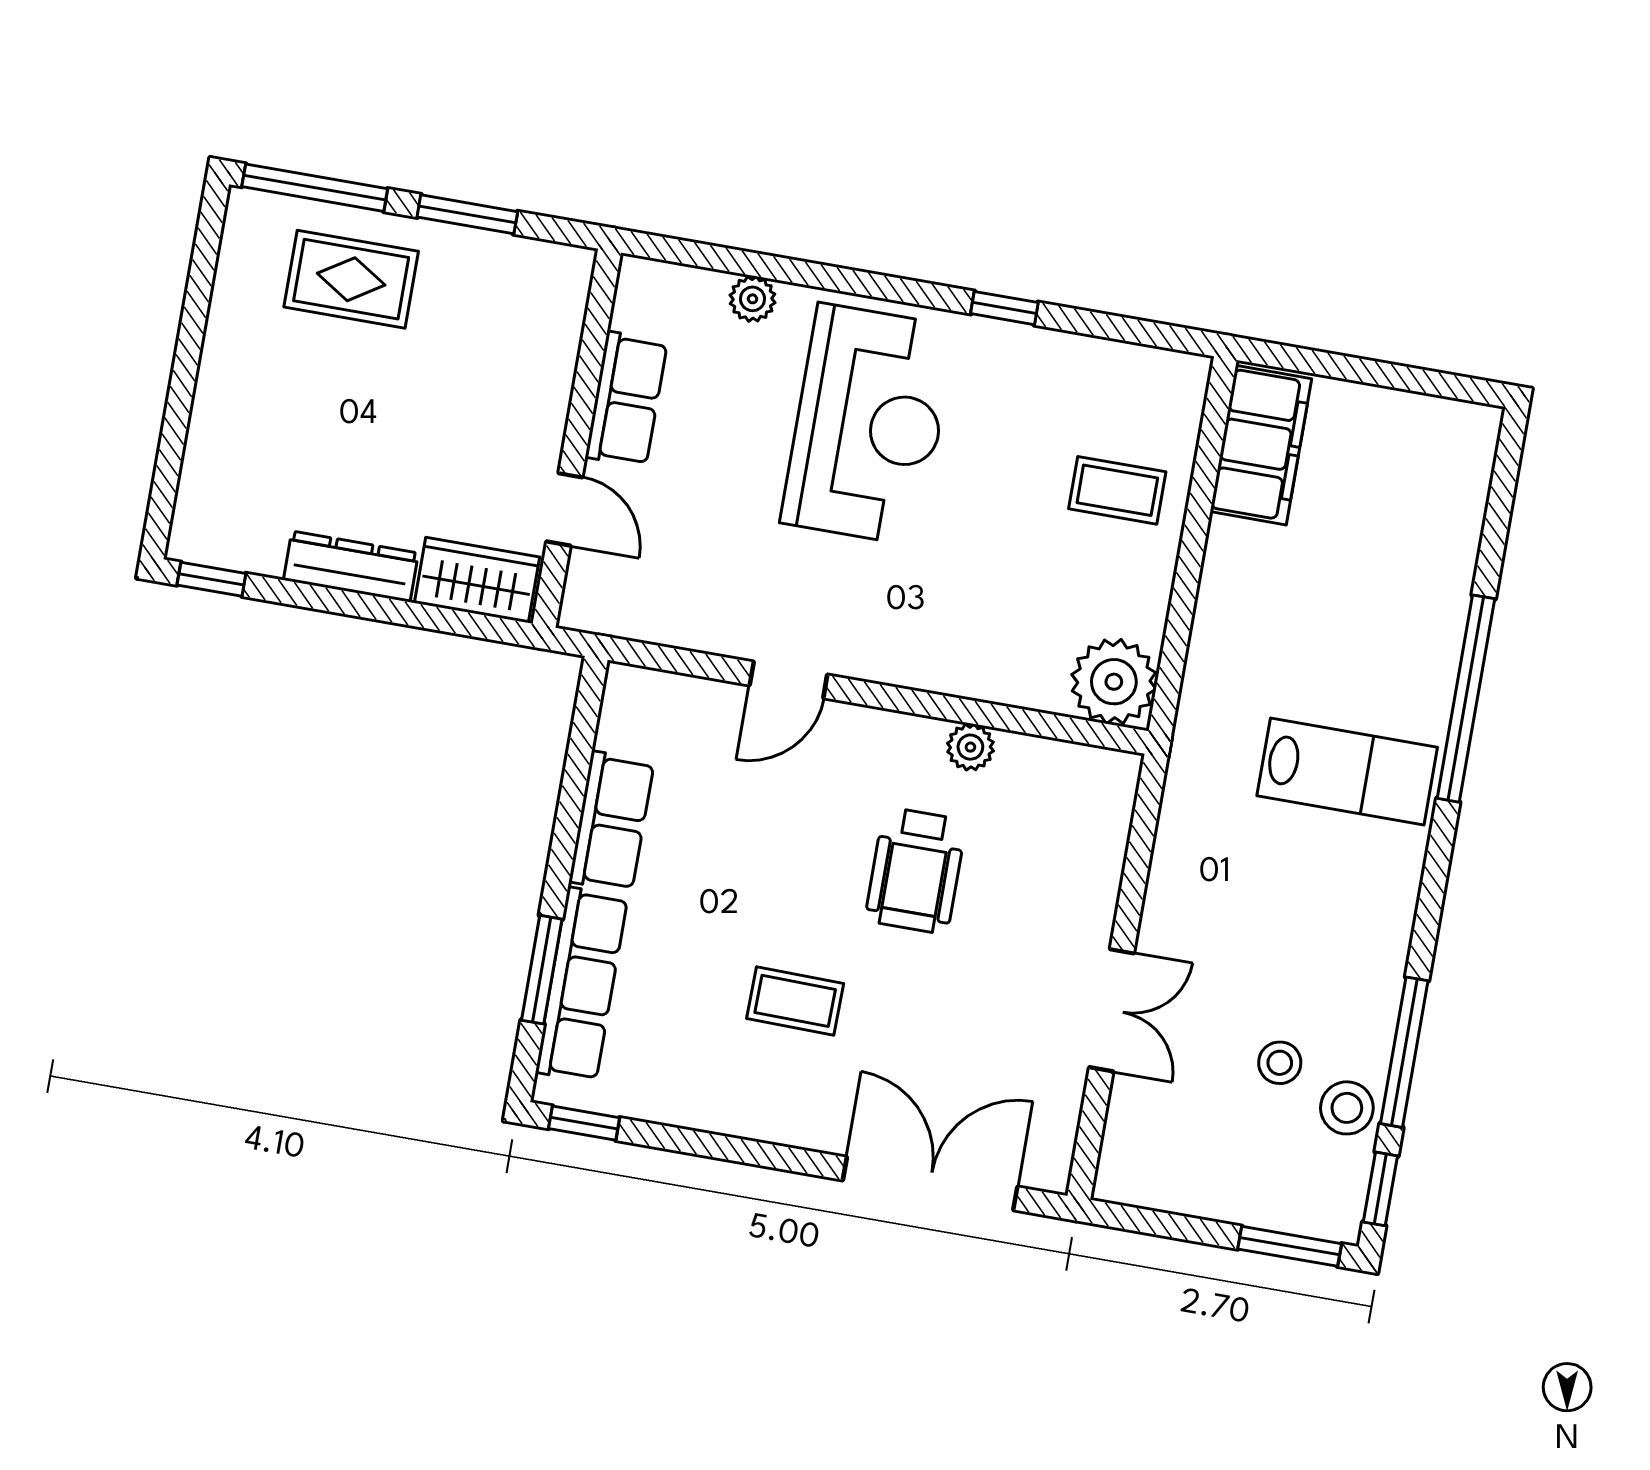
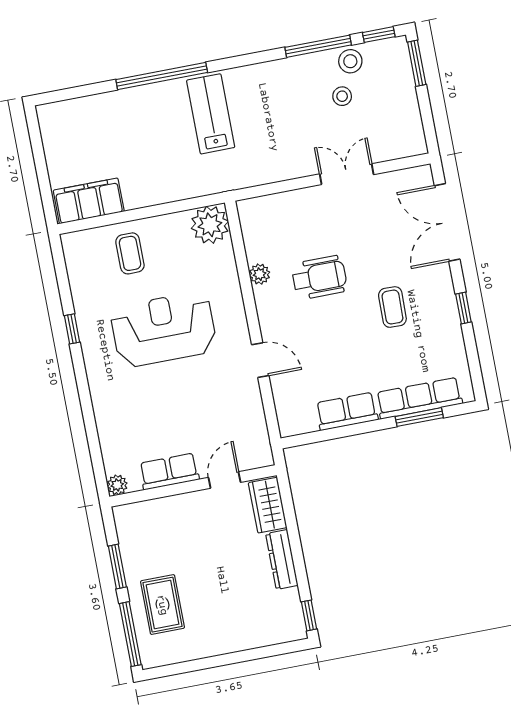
plant: (753, 299) -> (117, 485), moved
reception desk: (868, 425) -> (164, 329), moved
window: (584, 1123) -> (463, 308), moved

